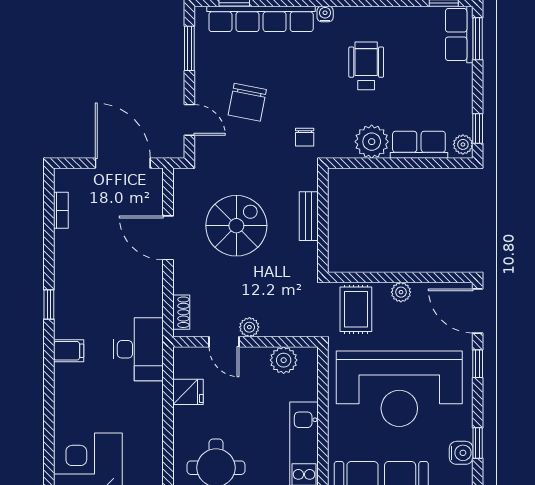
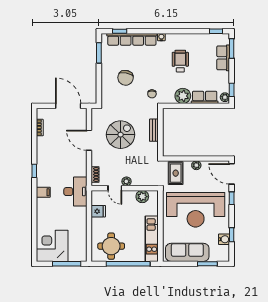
row of seats: (459, 35) -> (223, 58), moved
door: (189, 120) -> (99, 86), removed

